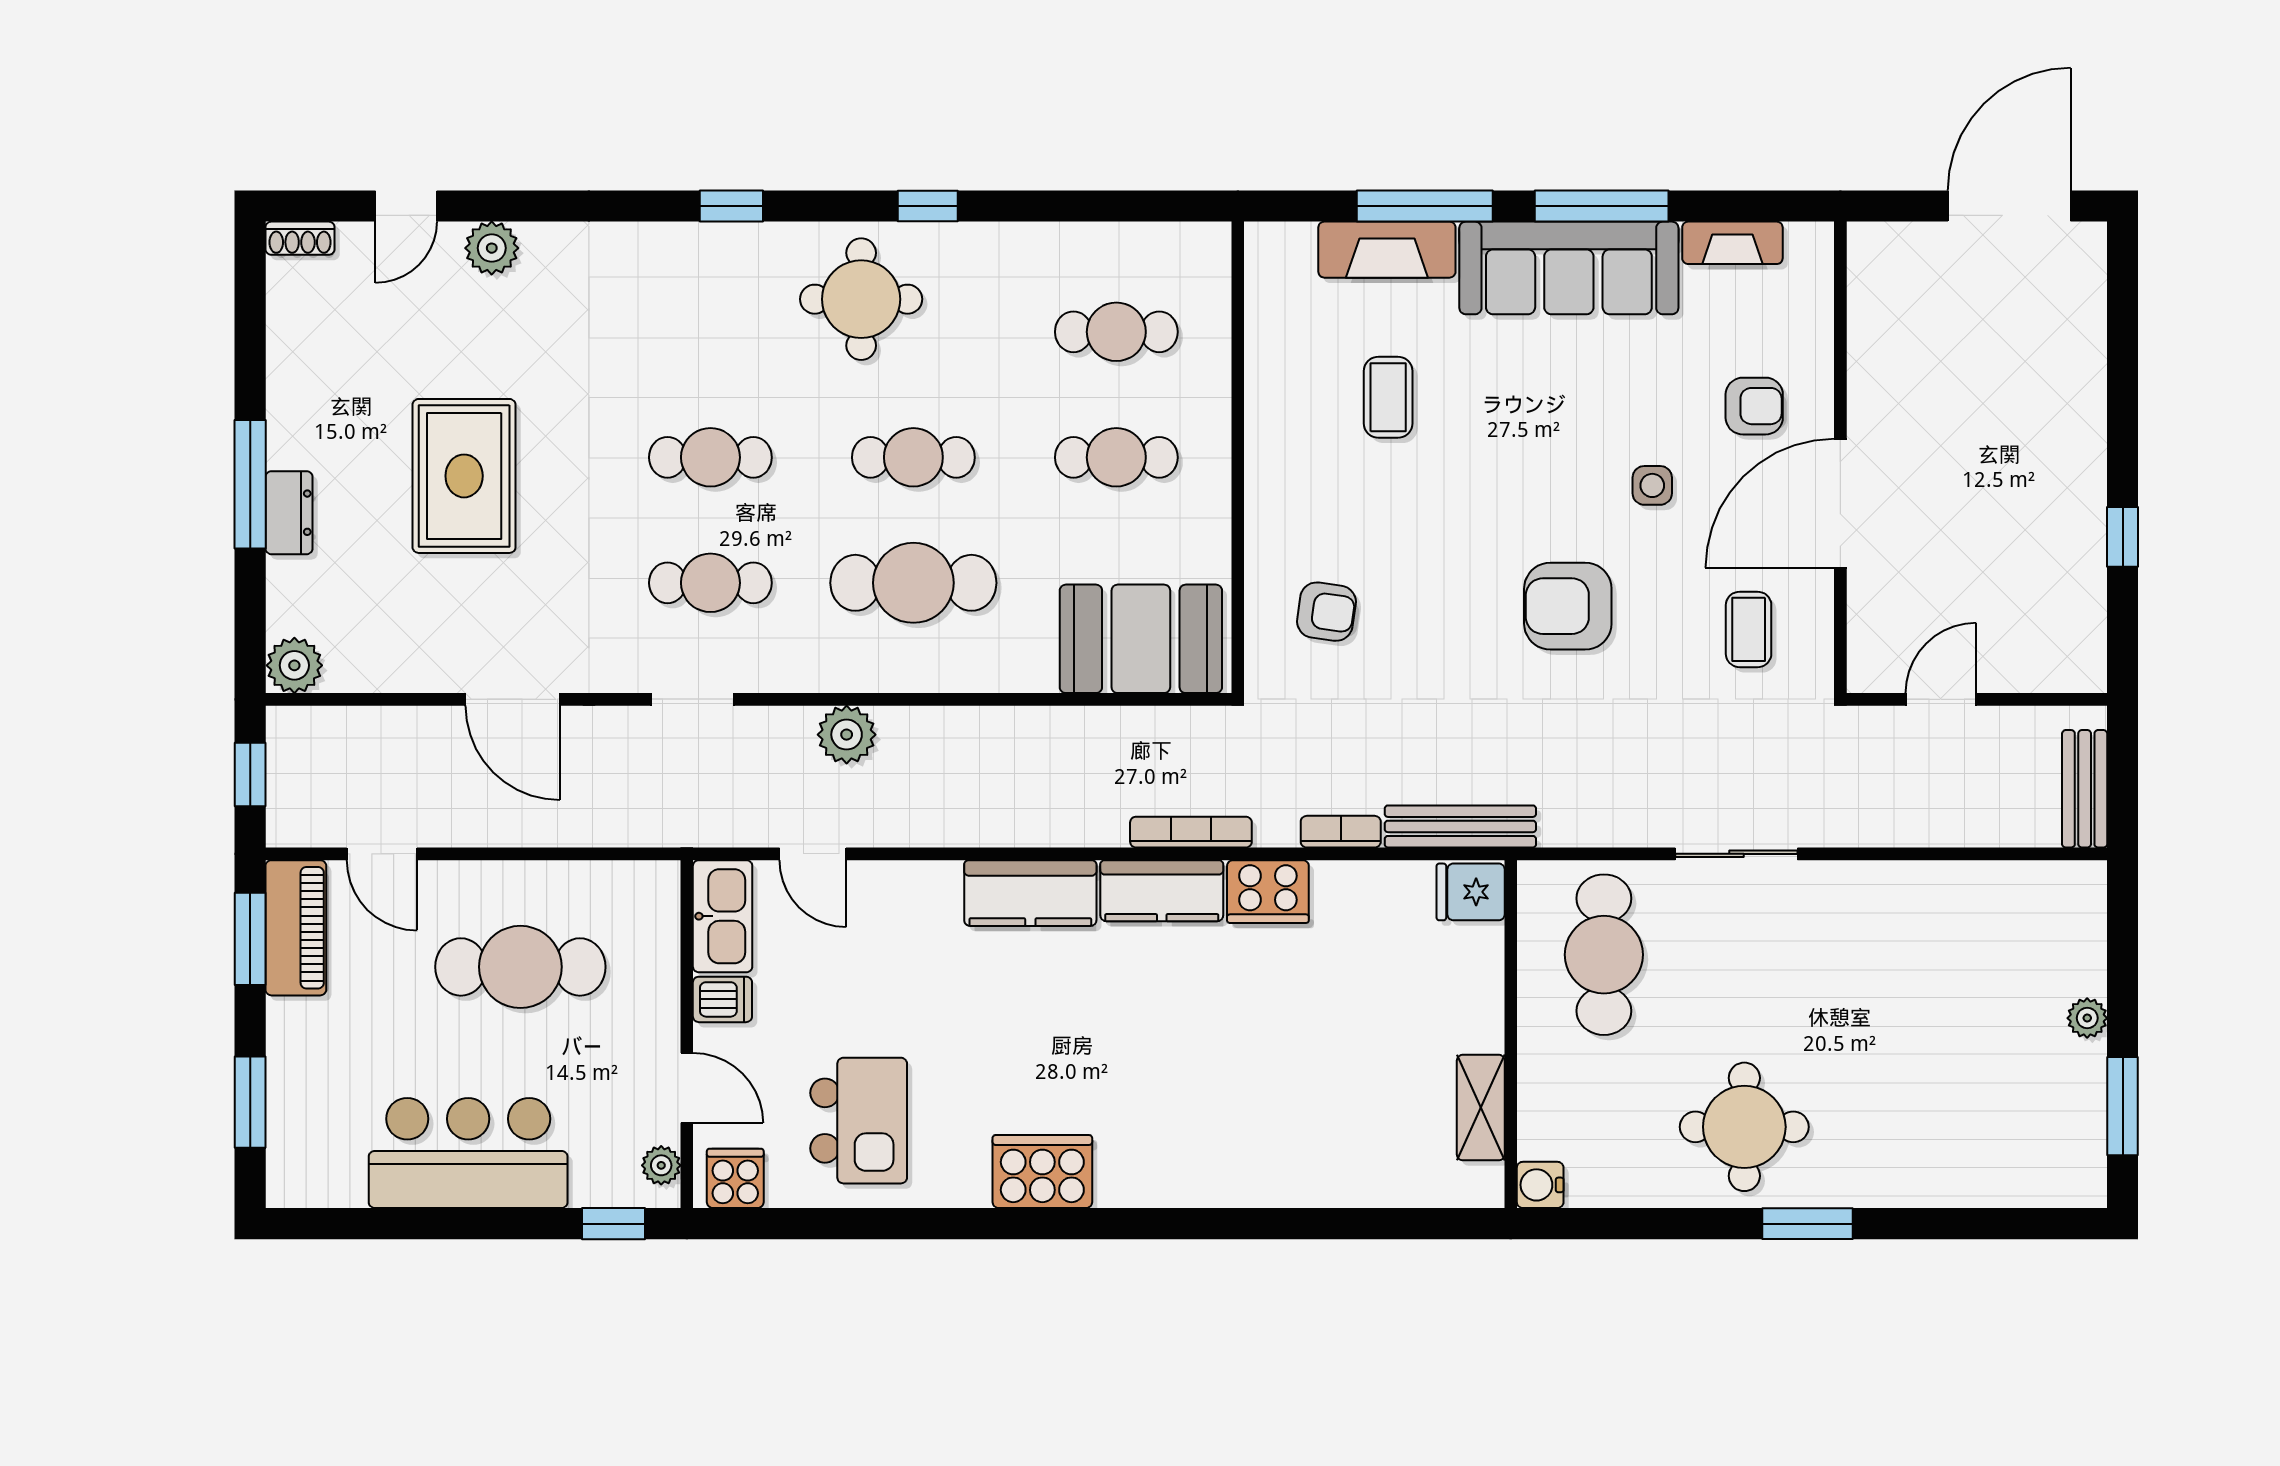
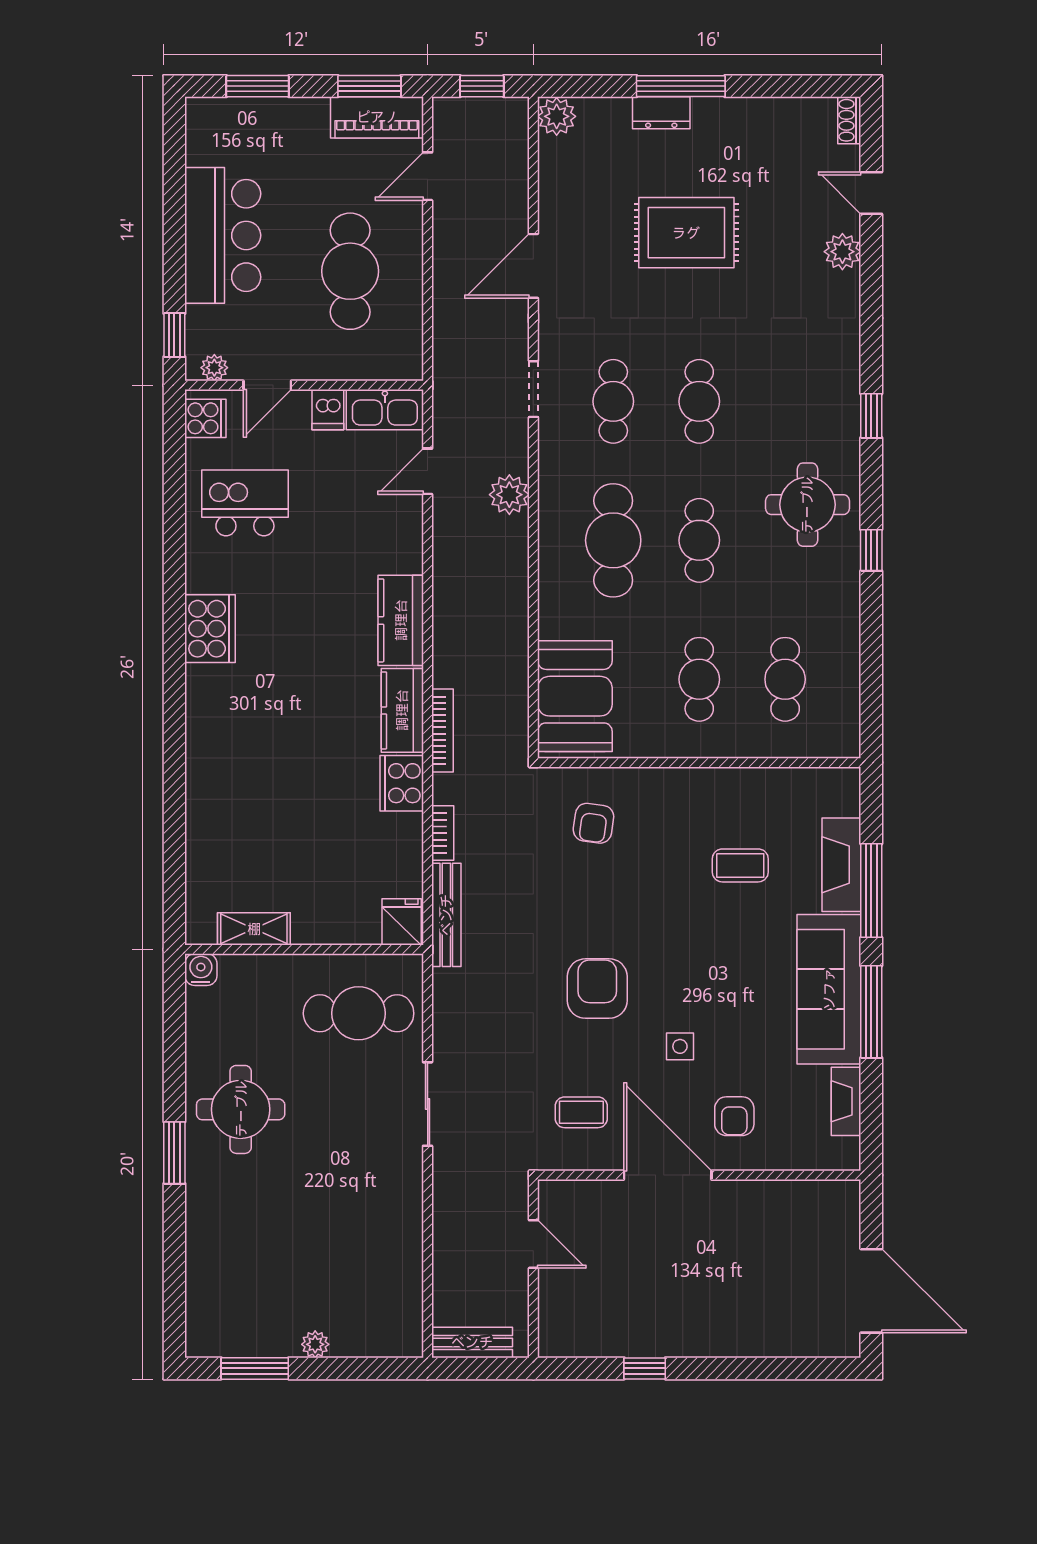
kitchen island: (859, 1121) -> (245, 503), turned 180

